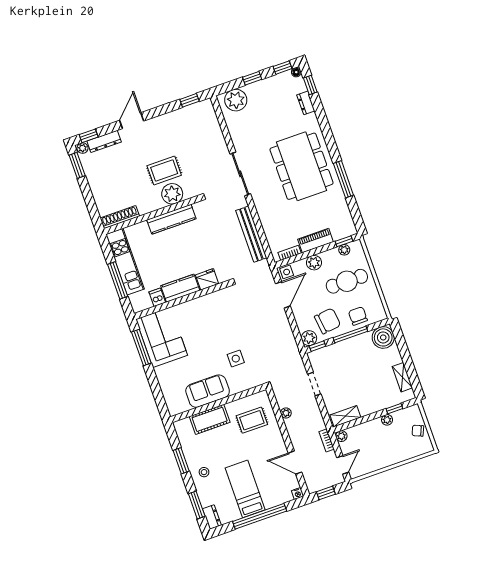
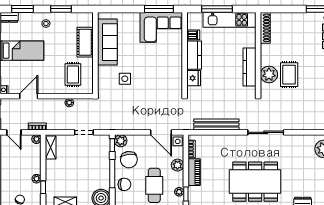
sofa: (208, 391) -> (107, 42), width x1.36

